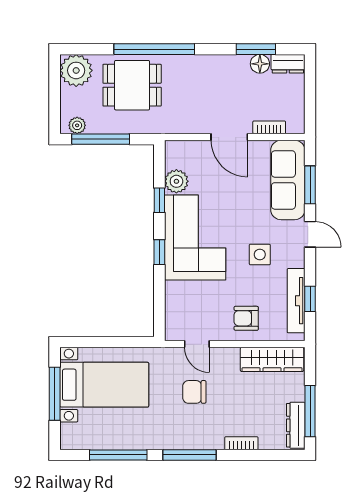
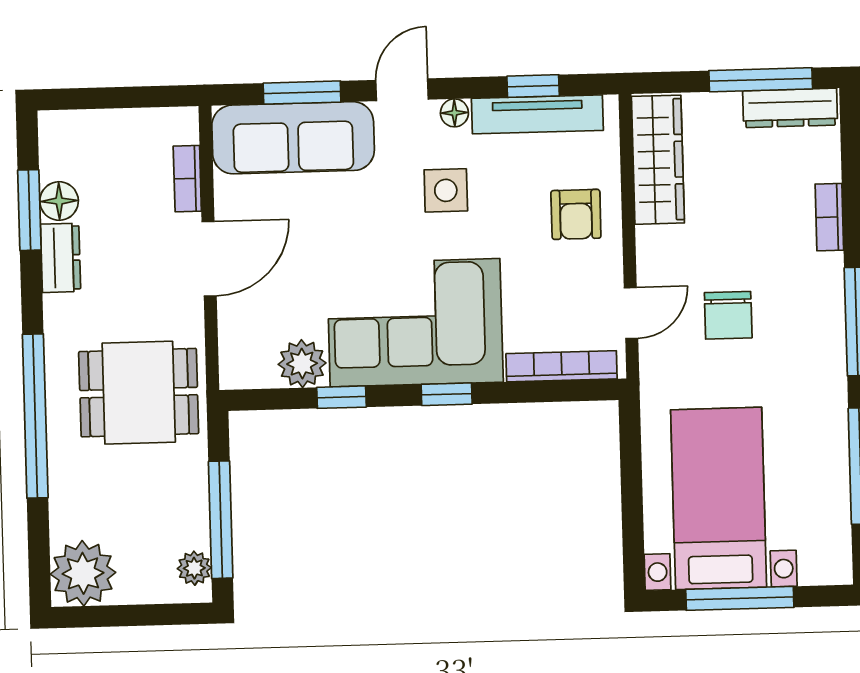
dresser: (288, 64) -> (61, 258), moved
dining table: (132, 85) -> (139, 393), moved, turned 90
floor lamp: (298, 260) -> (454, 113), added
bookcase: (172, 309) -> (562, 366), added

